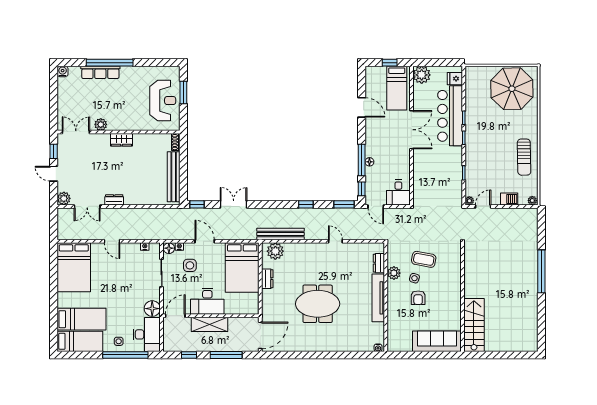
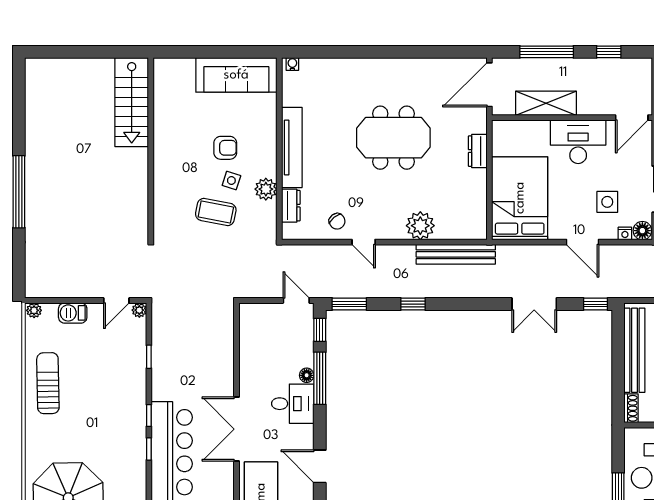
desk: (398, 192) -> (293, 404), moved, turned 90
plant: (275, 251) -> (420, 226), moved
chair: (351, 254) -> (337, 221), added
dresser: (267, 279) -> (478, 151), moved
armchair: (418, 298) -> (225, 148), turned 90
shelving: (210, 324) -> (546, 103), moved
sofa: (437, 341) -> (236, 75), moved

